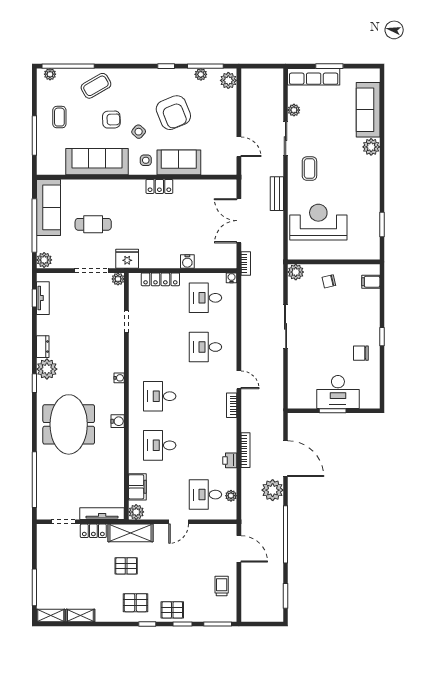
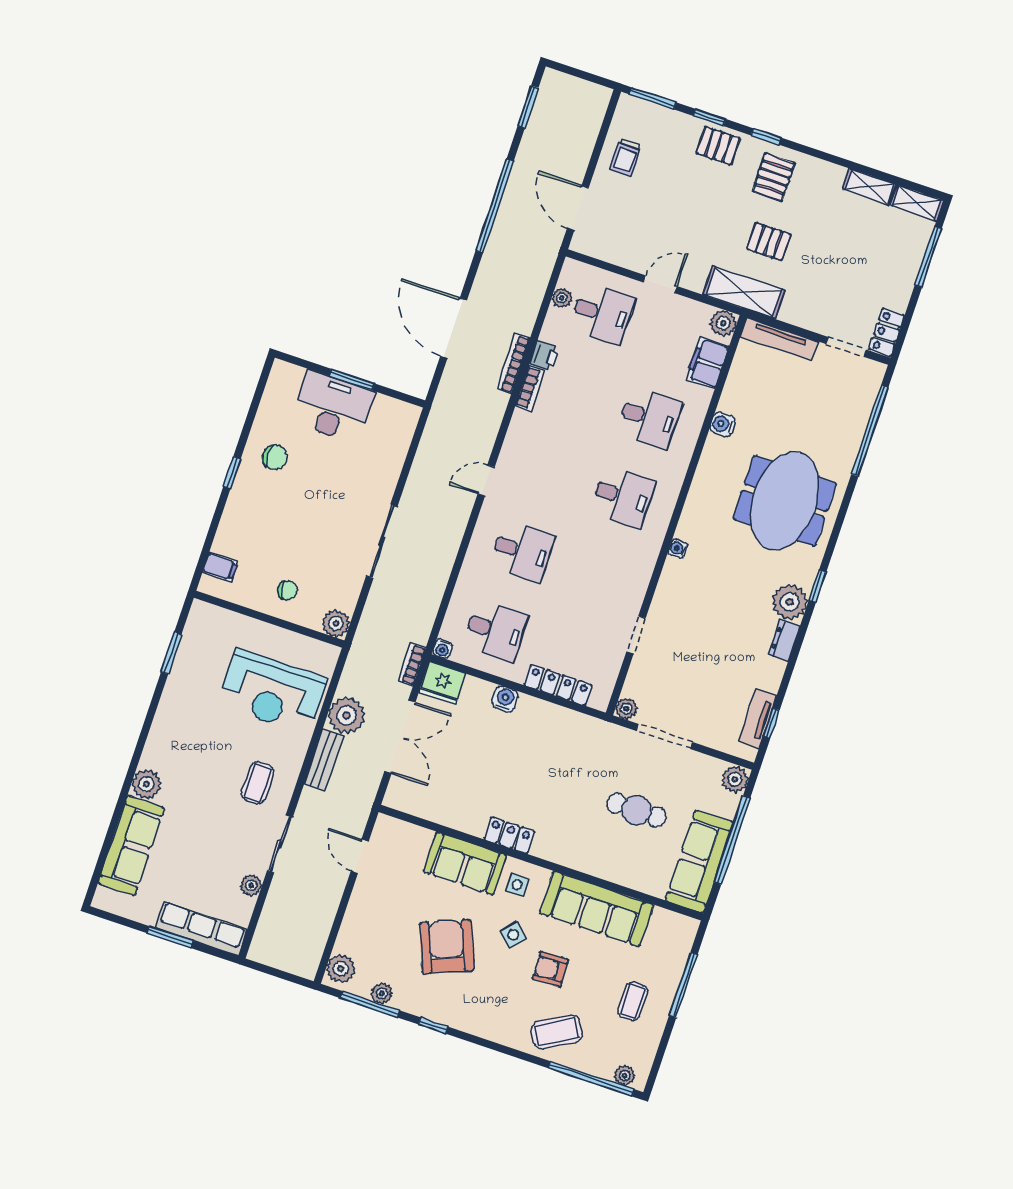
fridge: (127, 259) -> (442, 683), moved
door: (239, 380) -> (486, 480), hinge flipped
bookcase: (232, 405) -> (530, 388), moved
water cooler: (118, 421) -> (723, 424), moved
plant: (273, 490) -> (347, 715), moved
locker: (93, 531) -> (887, 332), moved, turned -90
pallet: (136, 603) -> (774, 177), turned 90

